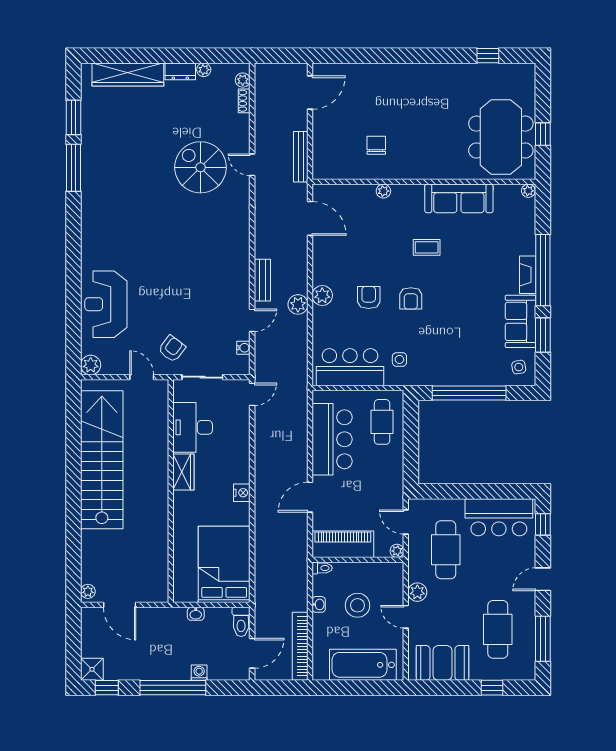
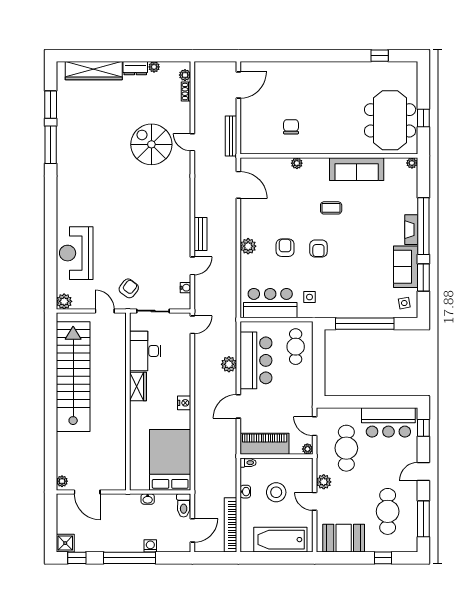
plant: (298, 304) -> (229, 364), moved

